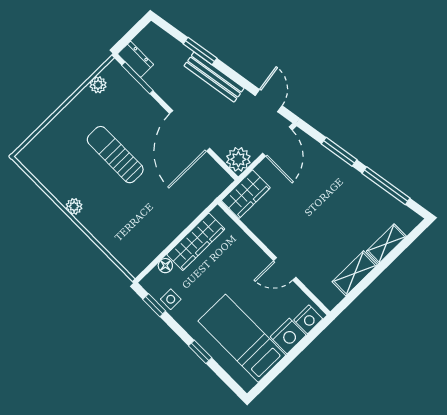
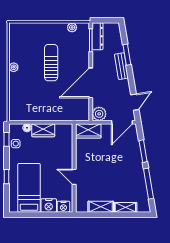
dresser: (136, 59) -> (97, 36), width x1.44
bench: (214, 77) -> (121, 66), width x0.73
wardrobe: (196, 242) -> (43, 130), width x0.67

